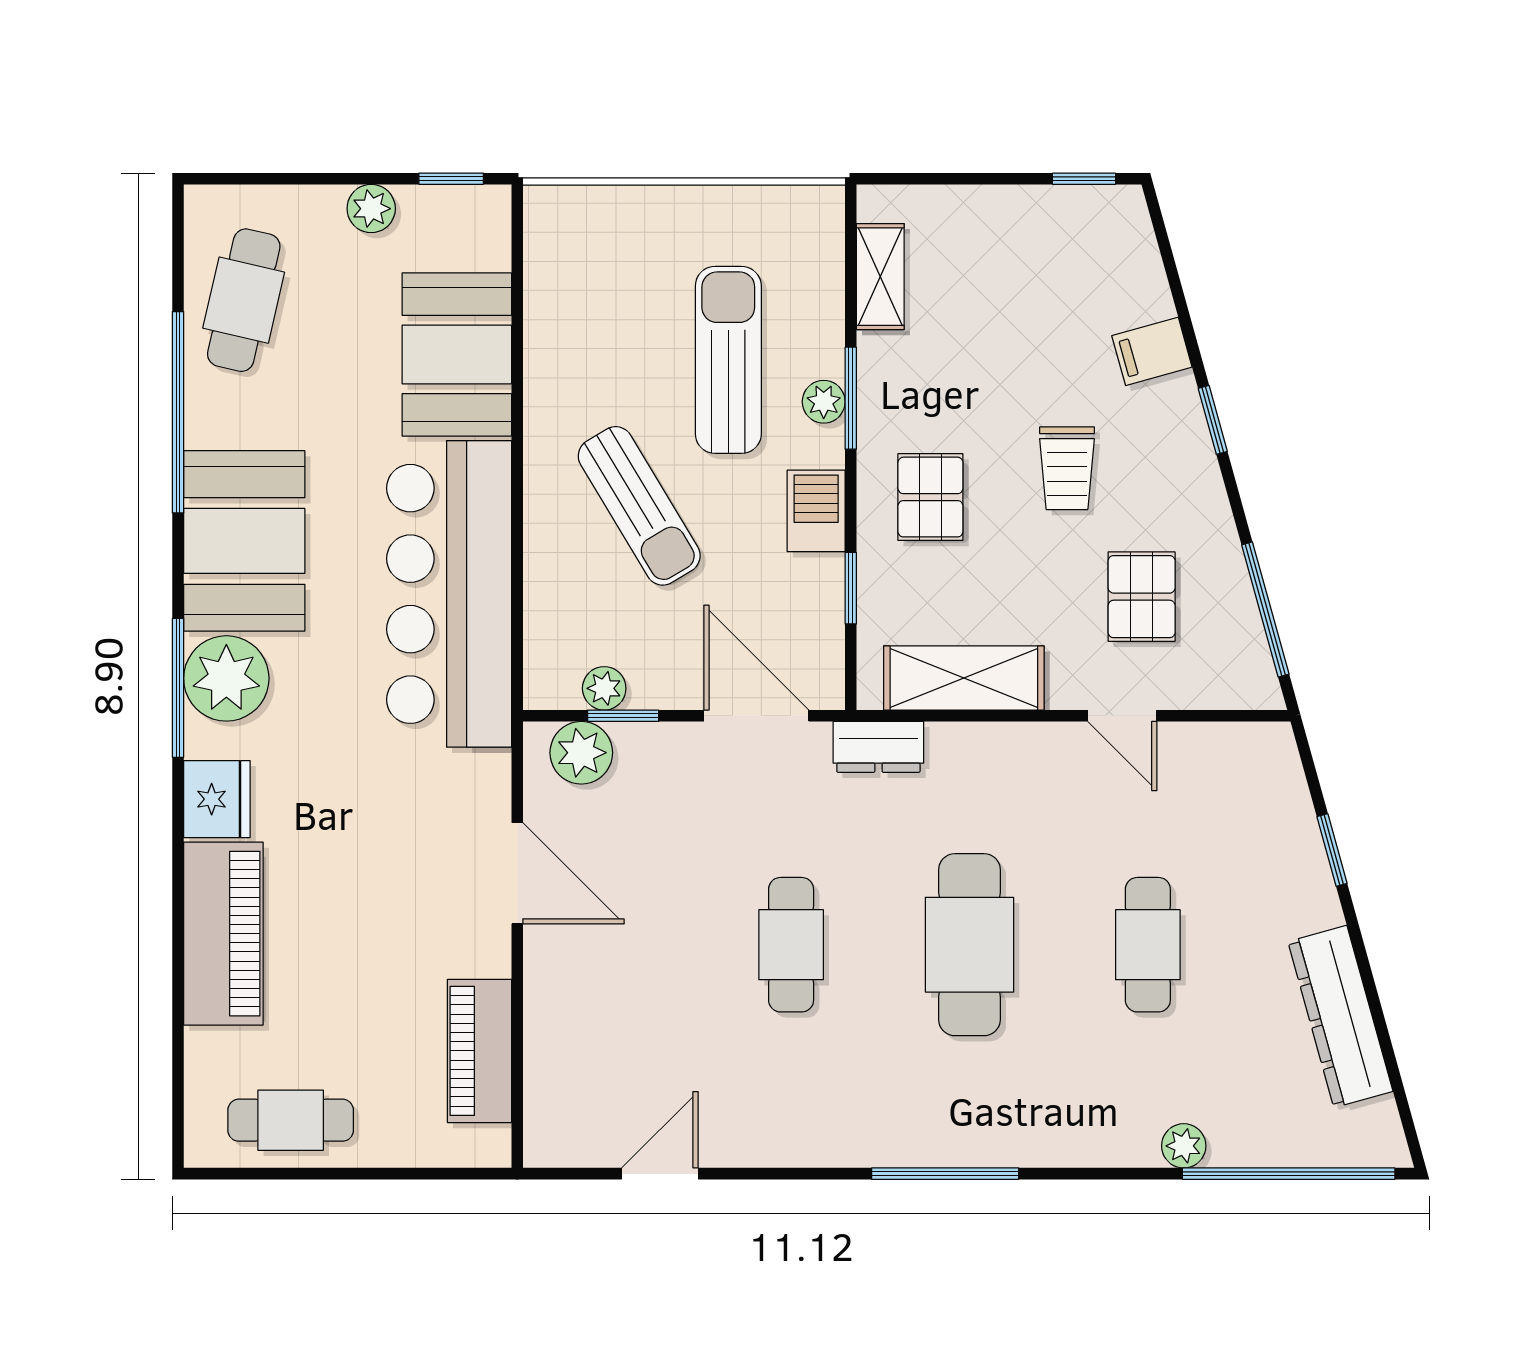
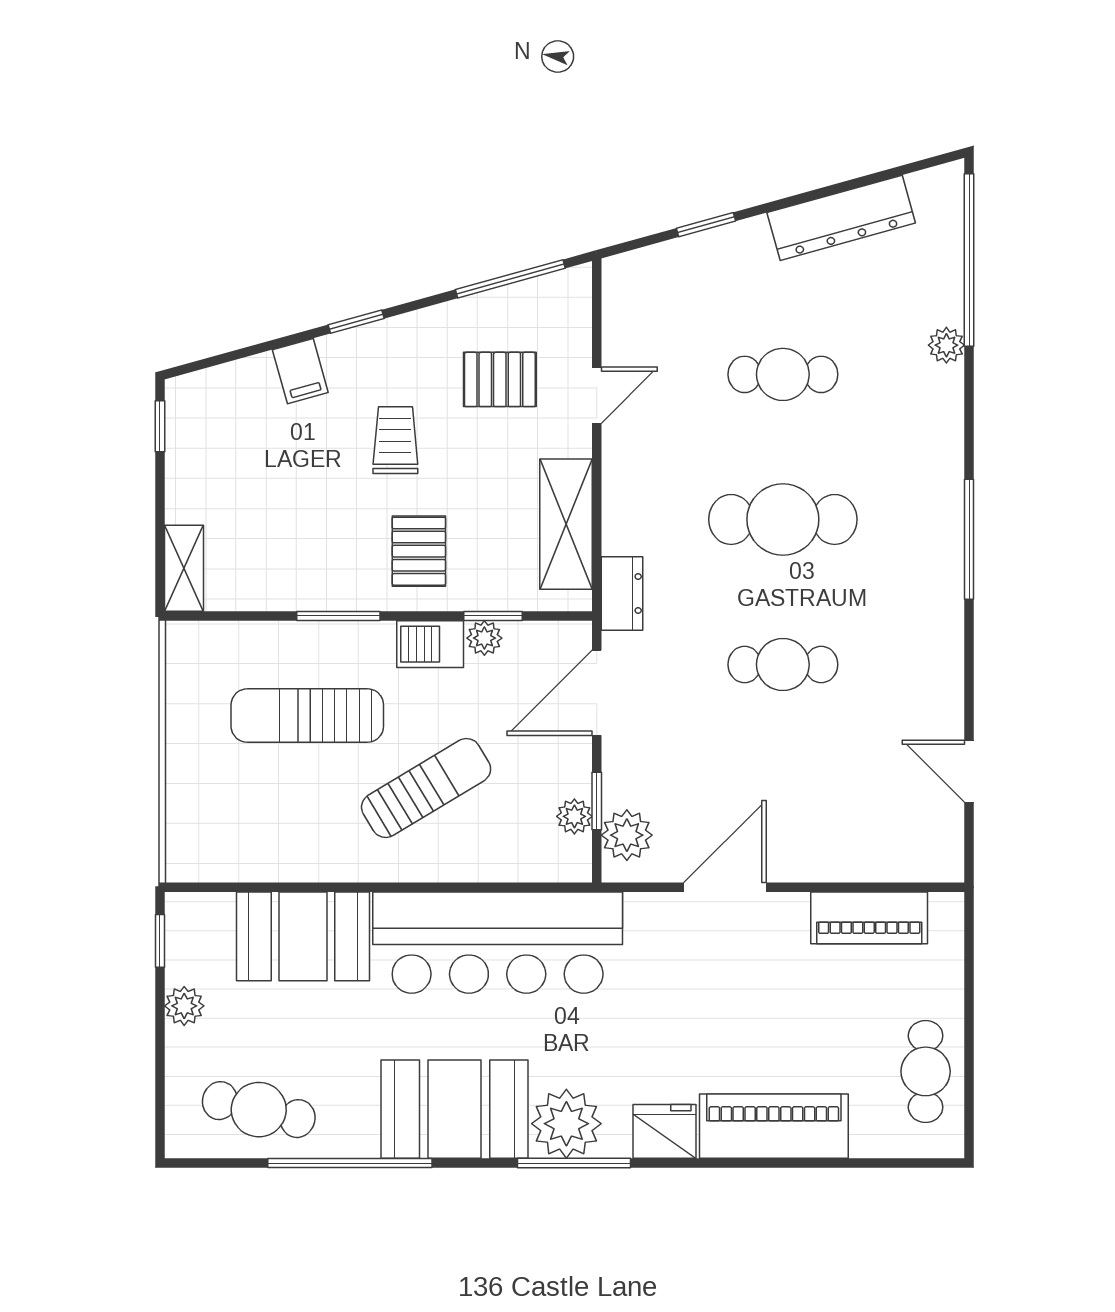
shelving: (880, 277) -> (184, 568), moved, turned 90
plant: (824, 402) -> (484, 638), moved
trolley: (1067, 468) -> (395, 440), turned -90
pallet: (930, 497) -> (419, 551), turned 90

